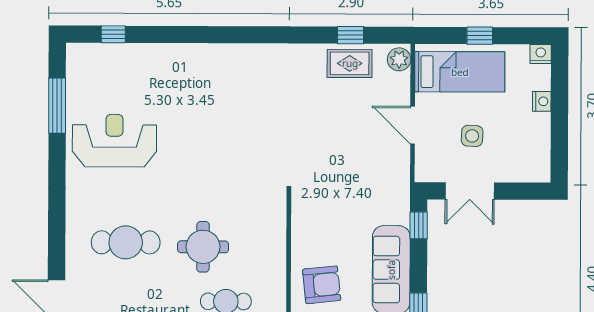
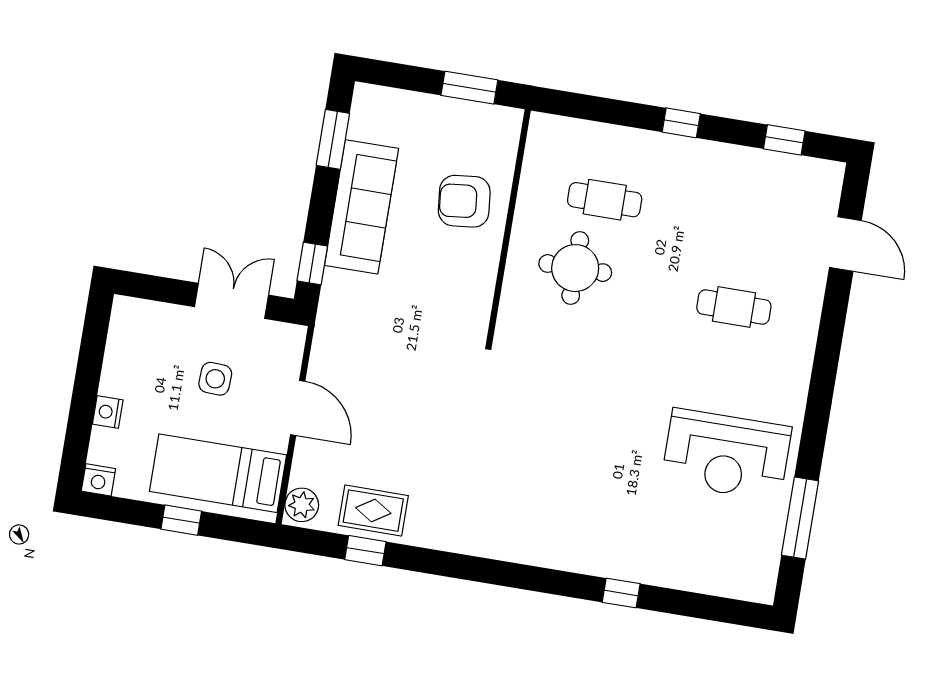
window: (113, 34) -> (621, 593), moved
cafe table: (126, 242) -> (734, 307), width x0.73, depth x0.74
round table: (203, 247) -> (575, 268), moved

